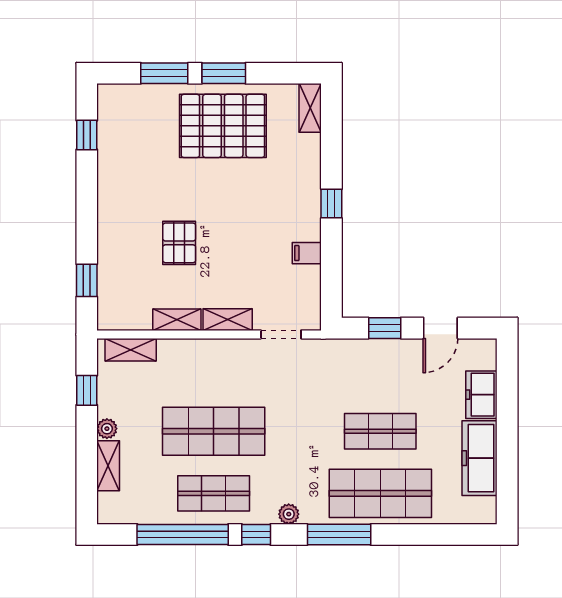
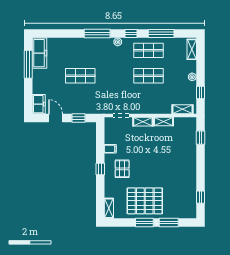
pallet: (179, 243) -> (122, 169), moved
door: (440, 328) -> (56, 118), hinge flipped
freezer: (481, 395) -> (39, 104), moved
shop shelf: (214, 431) -> (149, 76), width x0.70, depth x0.74
freezer: (480, 458) -> (40, 53), moved
window: (507, 459) -> (28, 64), added
shelving: (108, 466) -> (192, 49), moved
shop shelf: (380, 493) -> (80, 50), removed
window: (183, 534) -> (161, 34), width x0.68

